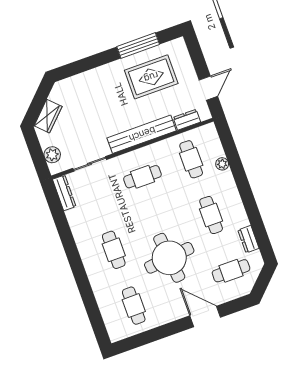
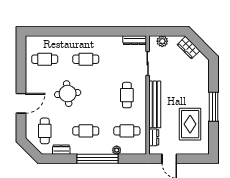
window: (138, 46) -> (214, 107), moved
window: (243, 186) -> (97, 159), added
round table: (169, 258) -> (68, 94), width x0.73, depth x0.73

